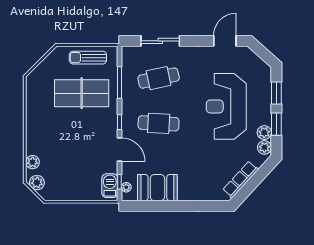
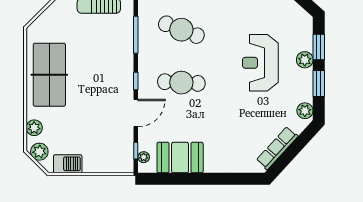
cafe table: (159, 78) -> (181, 30), turned 33
table tennis table: (82, 93) -> (49, 75), moved, turned 90
reception desk: (226, 106) -> (260, 63), width x0.74, depth x0.77
plant: (264, 133) -> (305, 60), moved
door: (120, 150) -> (136, 113), hinge flipped
barbecue: (110, 186) -> (68, 164), moved, turned 90

